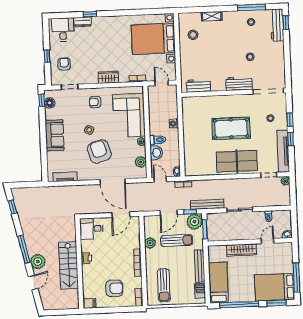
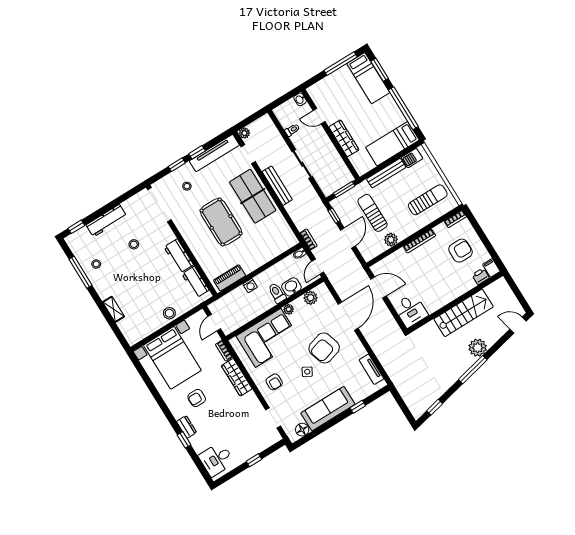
dresser: (83, 22) -> (187, 427), moved
workbench: (277, 25) -> (106, 221), moved
stool: (193, 35) -> (169, 313), moved
armchair: (64, 64) -> (197, 398), moved
wardrobe: (109, 77) -> (237, 377), width x1.50
workbench: (239, 84) -> (179, 256), moved
window: (42, 100) -> (358, 407), moved
piano: (188, 112) -> (230, 278), added
sofa: (55, 135) -> (328, 409), width x1.36
bench: (207, 204) -> (277, 186), moved
door: (169, 213) -> (348, 238), hinge flipped
plant: (194, 222) -> (342, 205), removed
printer: (86, 258) -> (481, 276), moved
door: (33, 283) -> (518, 325), moved
bed: (275, 287) -> (368, 78), width x0.67
armchair: (114, 288) -> (461, 251), turned 90

